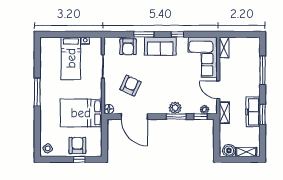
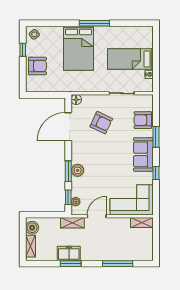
freezer: (253, 112) -> (69, 253), width x0.71
bed: (81, 113) -> (79, 48), moved, turned 180
window: (79, 159) -> (23, 50), moved

